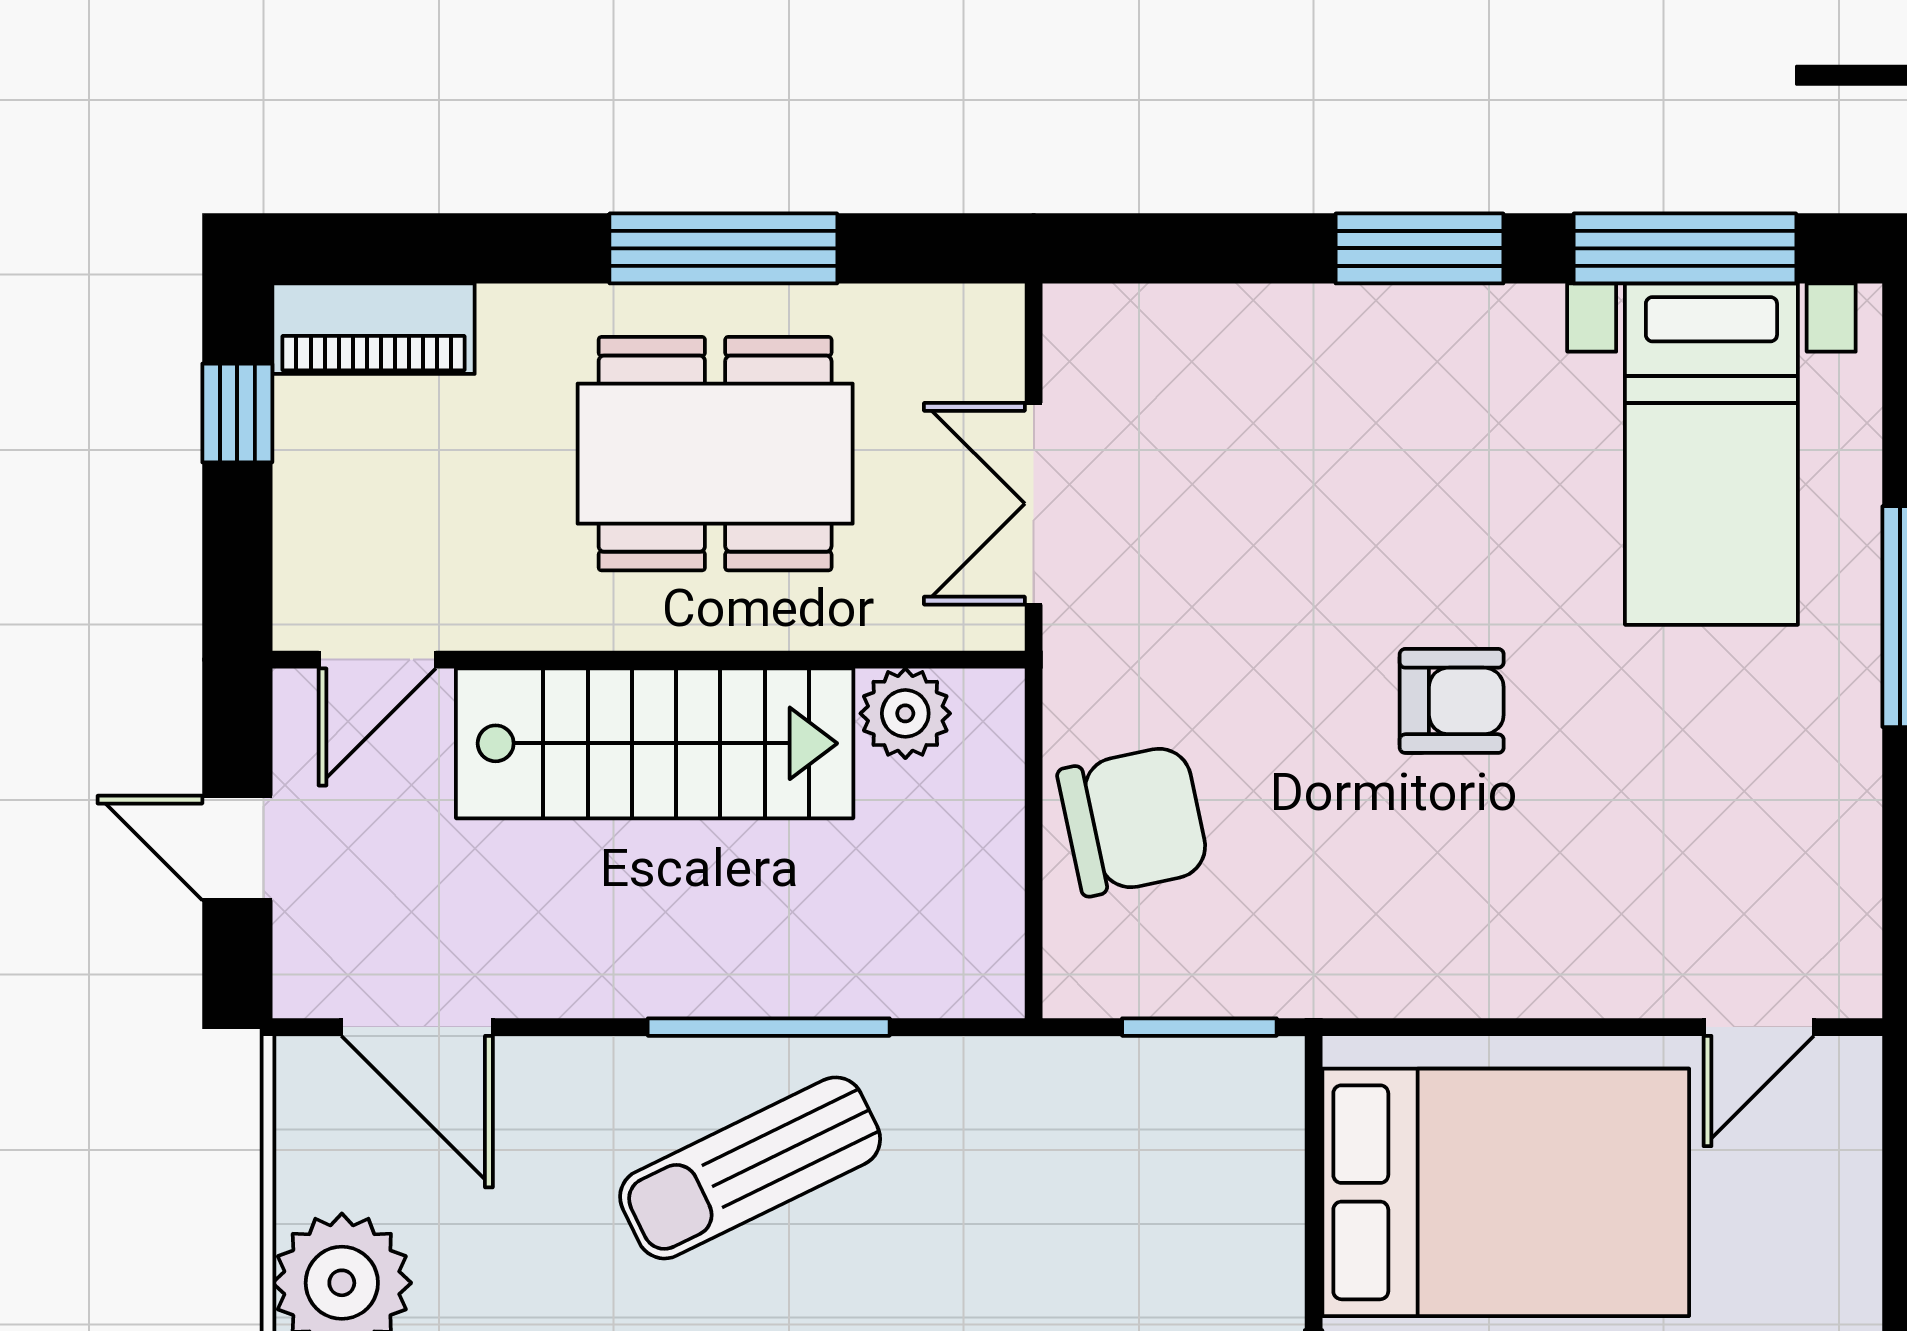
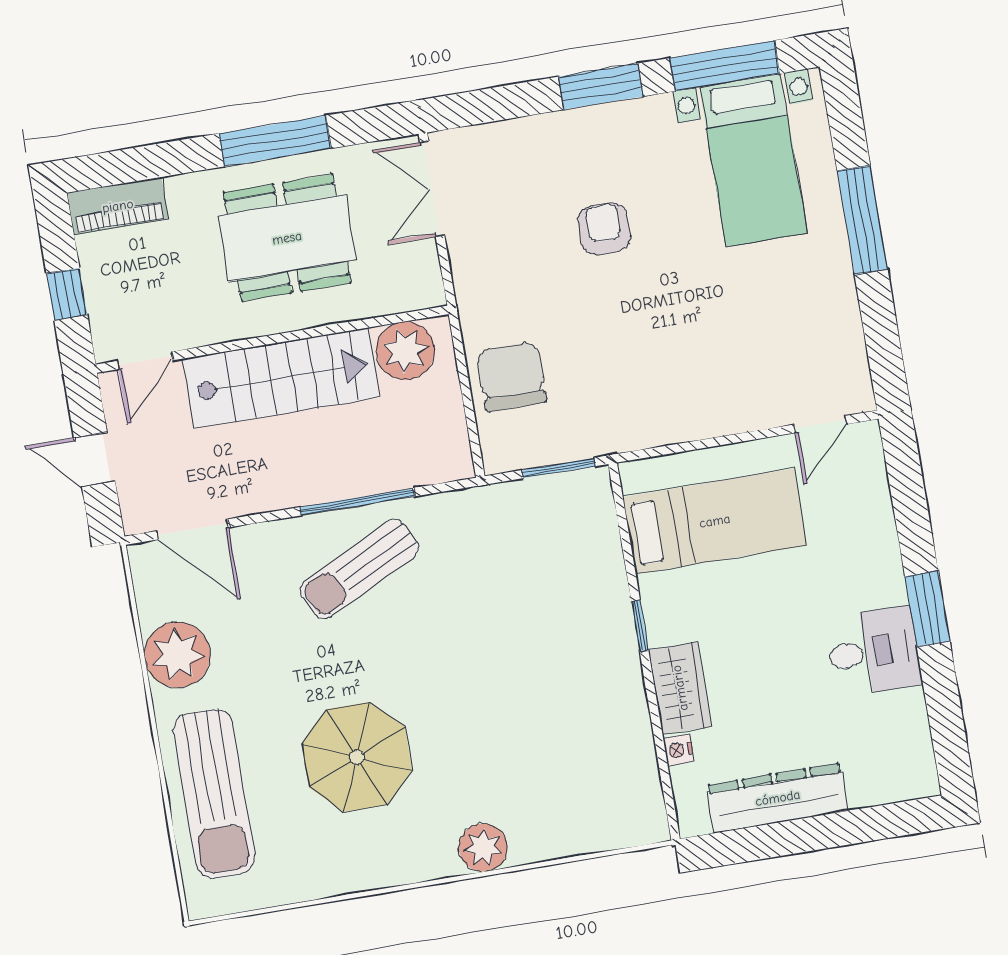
window: (237, 413) -> (67, 294), moved
double door: (1034, 504) -> (432, 189), moved
armchair: (1452, 701) -> (604, 229), moved, turned -90
plant: (905, 713) -> (405, 351), width x1.36, depth x1.36
chair: (1133, 820) -> (512, 377), turned -78
bed: (1506, 1192) -> (715, 521), width x0.67

